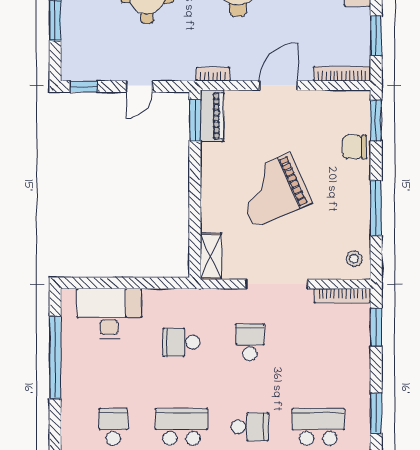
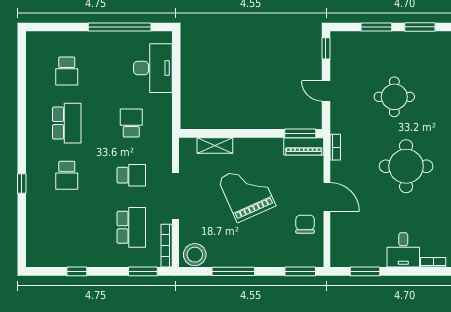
bookcase: (342, 74) -> (336, 245), removed
chair: (355, 147) -> (305, 224), moved
shelving: (211, 256) -> (215, 146), moved
stool: (354, 259) -> (195, 255), width x1.89, depth x1.89
window: (376, 413) -> (77, 271), width x0.67
school desk: (113, 427) -> (67, 71), turned 90
school desk: (318, 427) -> (131, 227), moved

